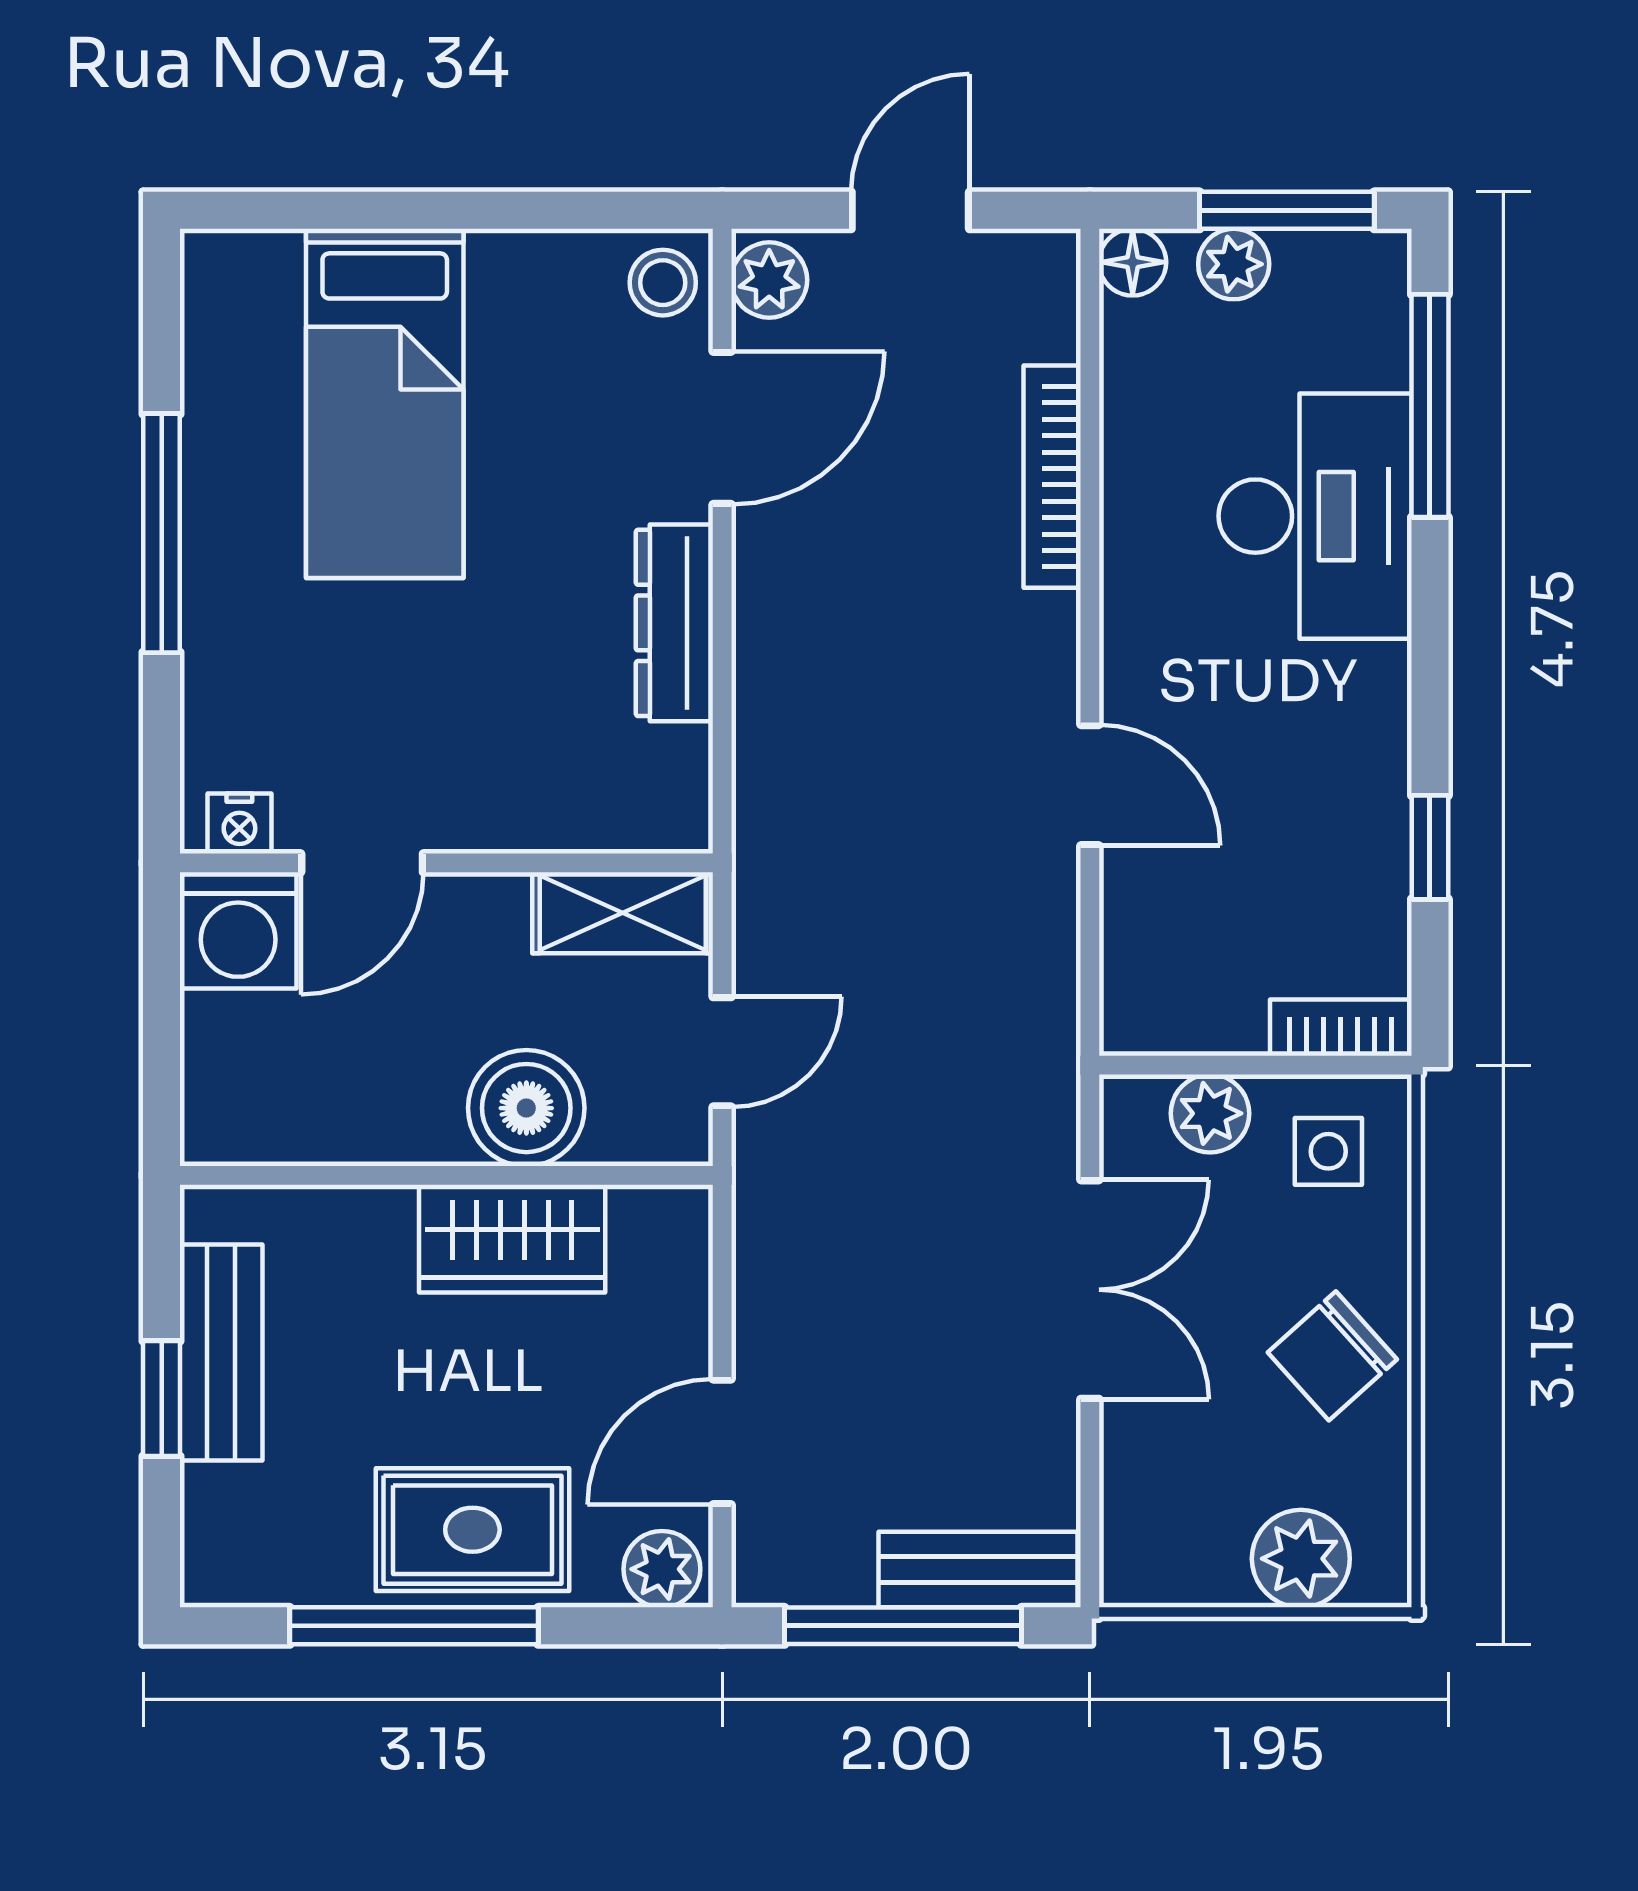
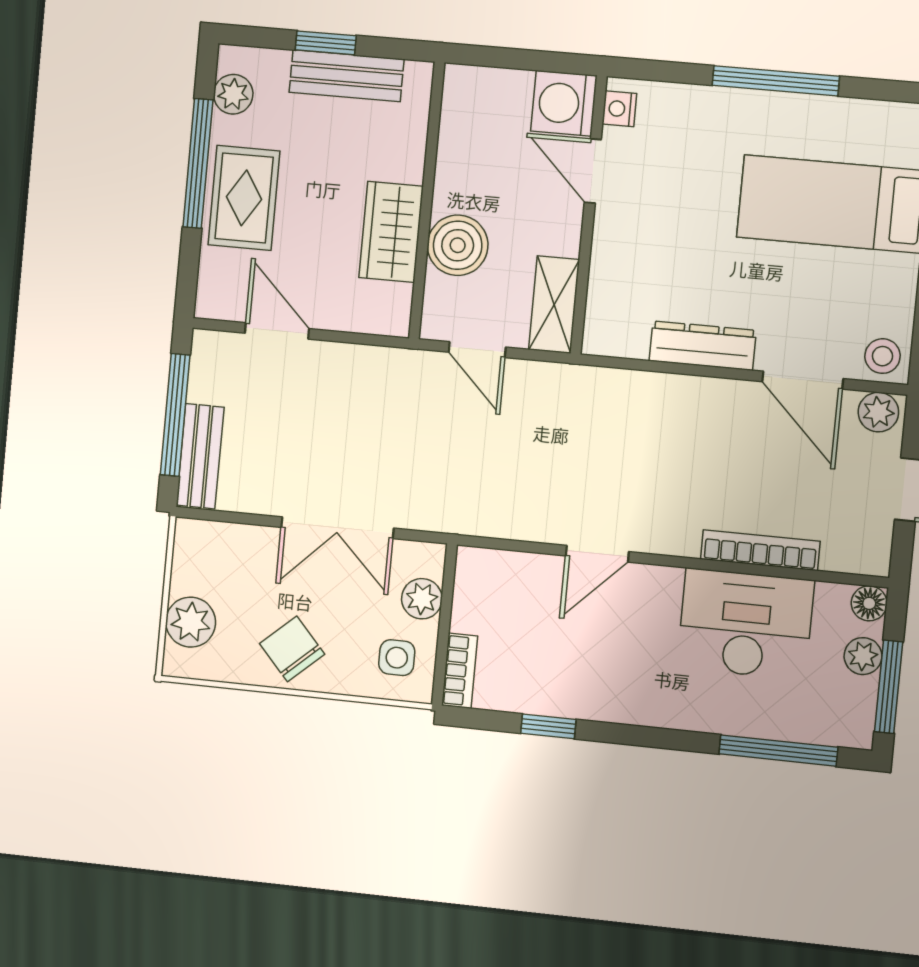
desk: (1315, 516) -> (746, 624), moved, turned 180
plant: (662, 1569) -> (233, 94), moved

